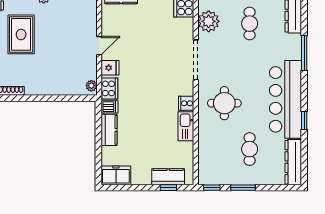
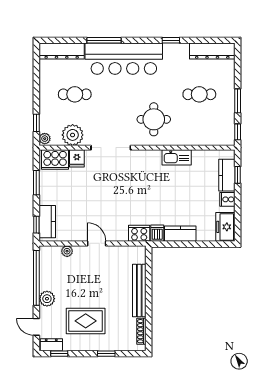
fridge: (110, 68) -> (77, 158), moved, turned 180
plant: (91, 86) -> (67, 251), moved
bench: (52, 89) -> (139, 290), added
bar counter: (285, 99) -> (124, 59), moved
cooker: (186, 103) -> (227, 199), moved, turned 90

